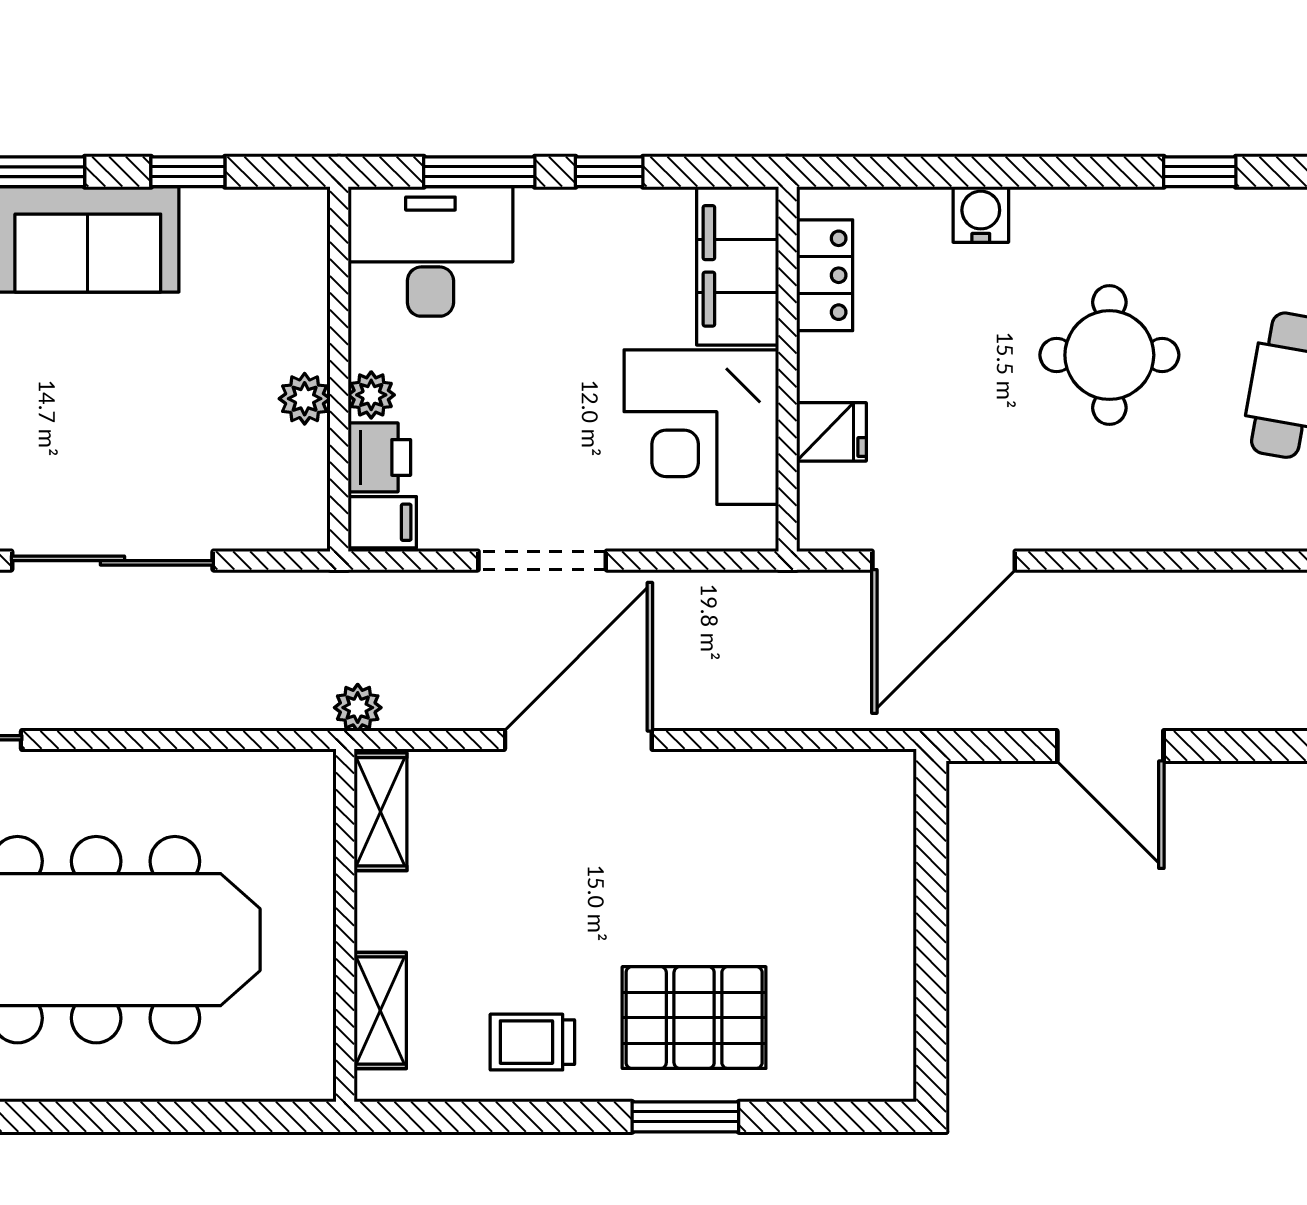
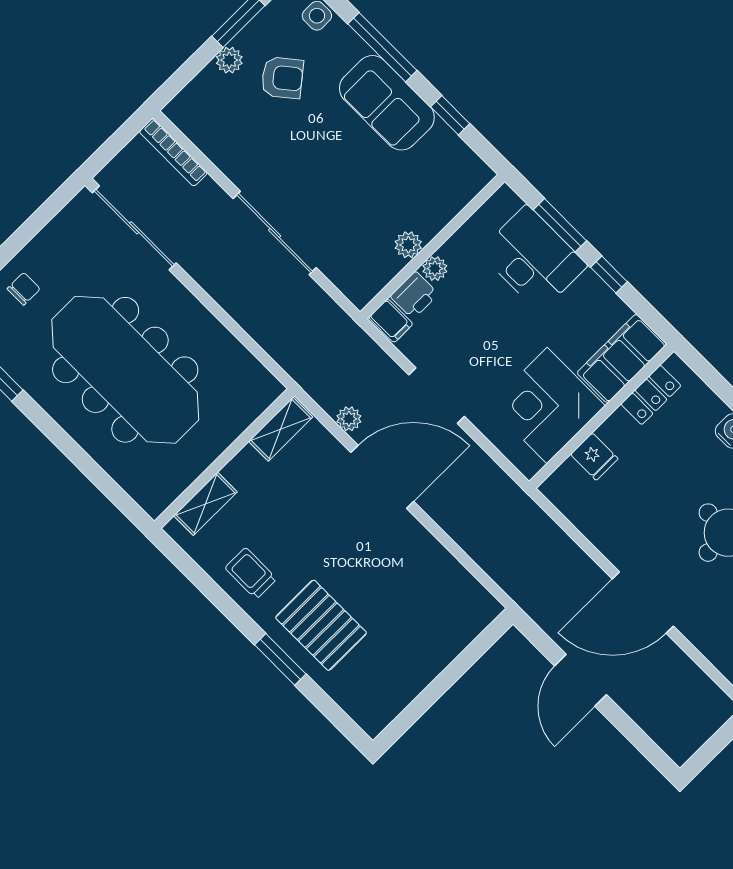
desk: (430, 251) -> (533, 259), moved
door: (944, 561) -> (643, 602), moved
plant: (358, 708) -> (349, 419), moved

